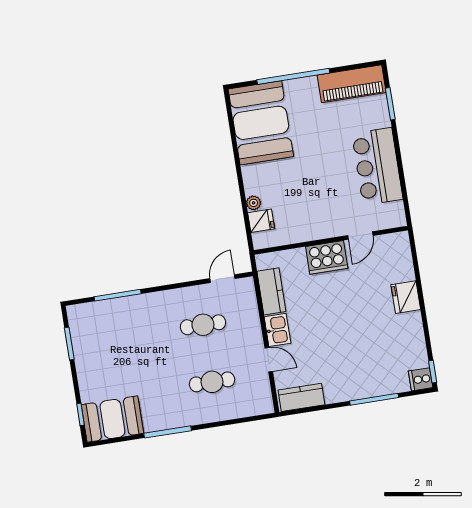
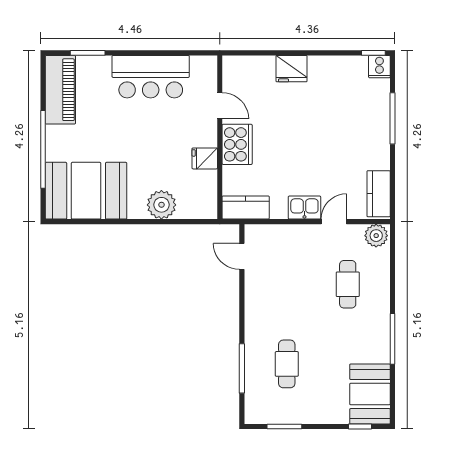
plant: (254, 203) -> (161, 205), width x1.88, depth x1.88
fridge: (261, 221) -> (205, 158), moved, turned -90
kitchen counter: (271, 291) -> (246, 208), moved
cafe table: (203, 325) -> (287, 364), moved
plant: (262, 401) -> (376, 236), added

